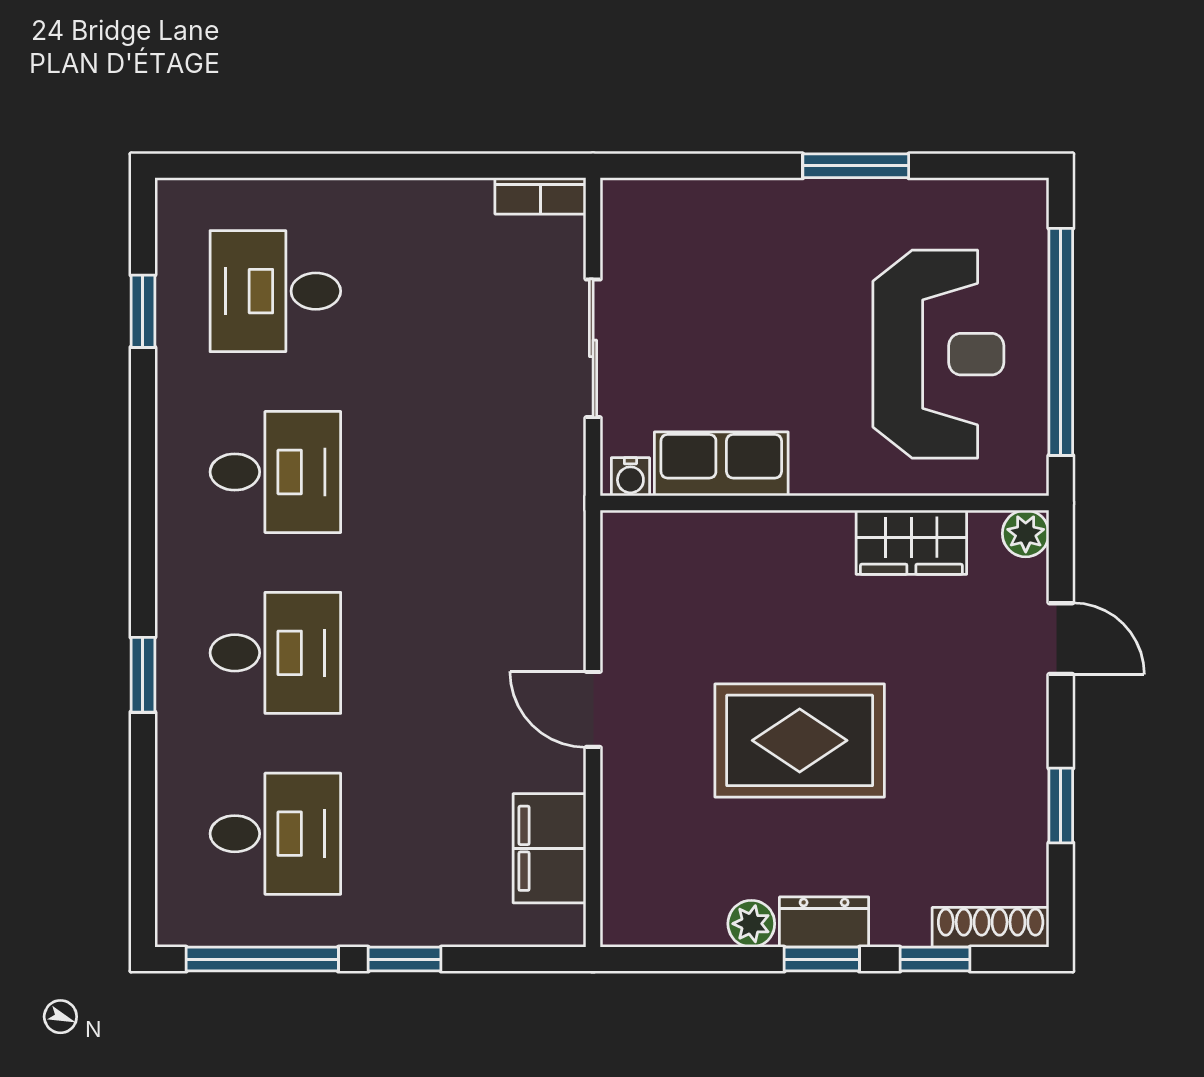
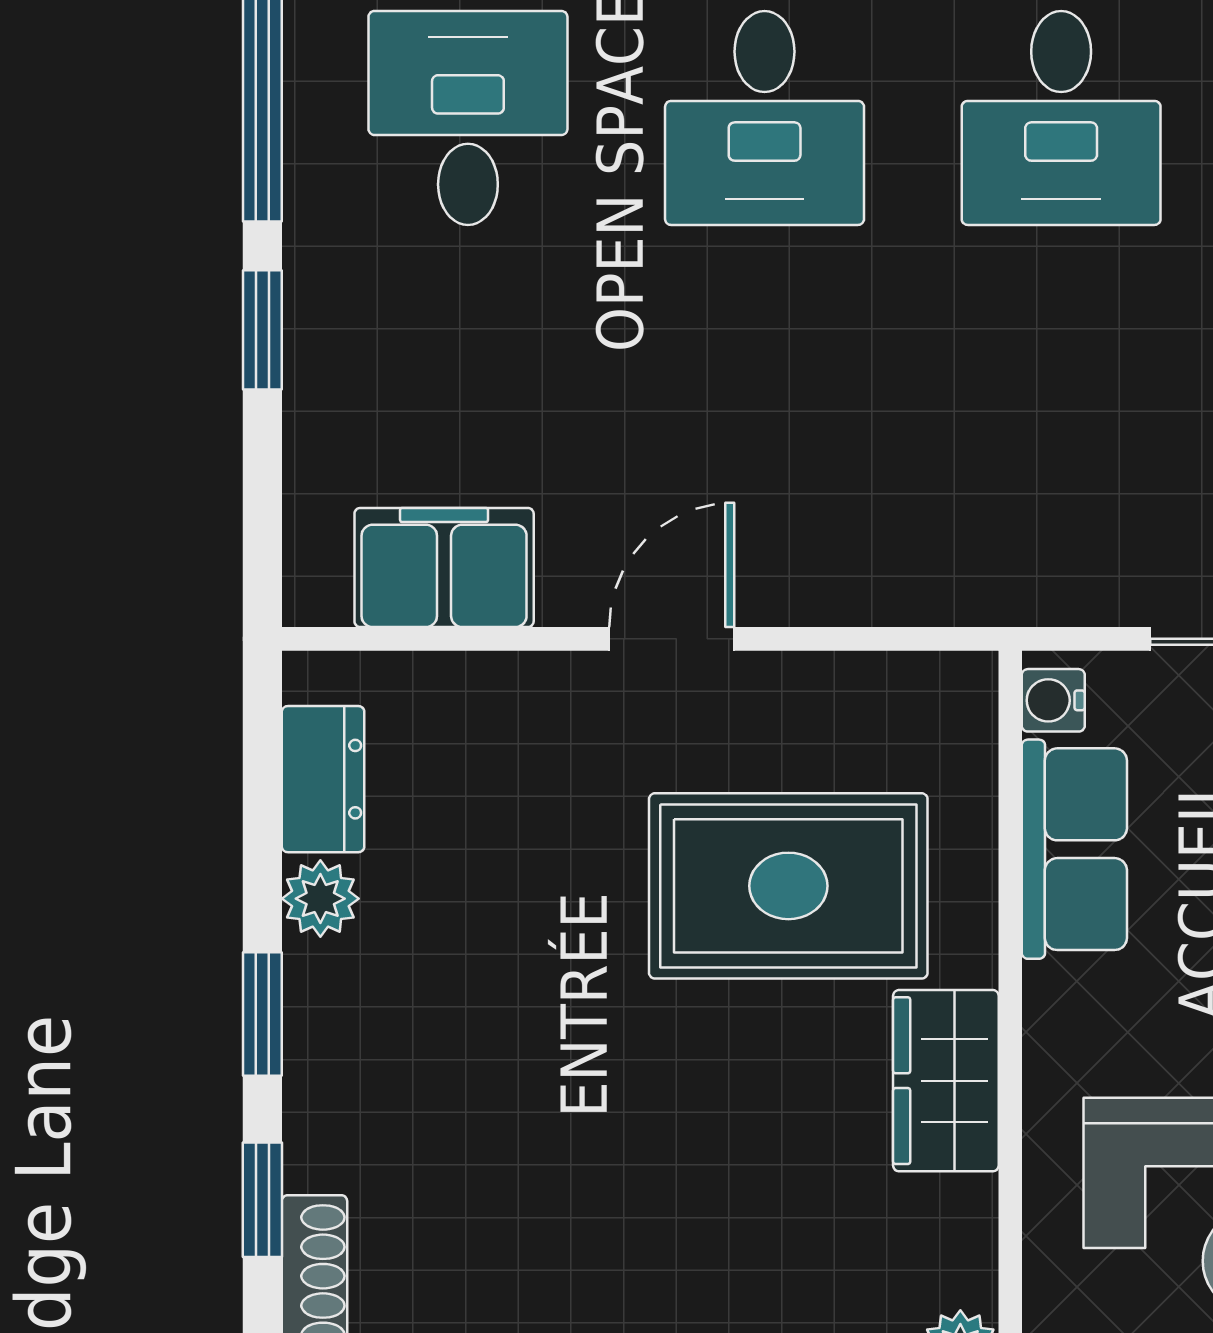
wardrobe: (911, 542) -> (946, 1081), moved
rug: (800, 740) -> (788, 886), moved, turned 90
desk: (275, 834) -> (468, 118), turned 180
dresser: (824, 922) -> (323, 779), moved

